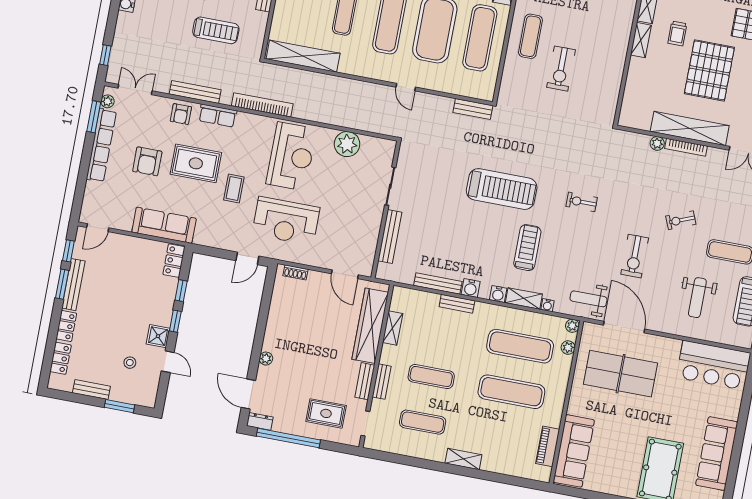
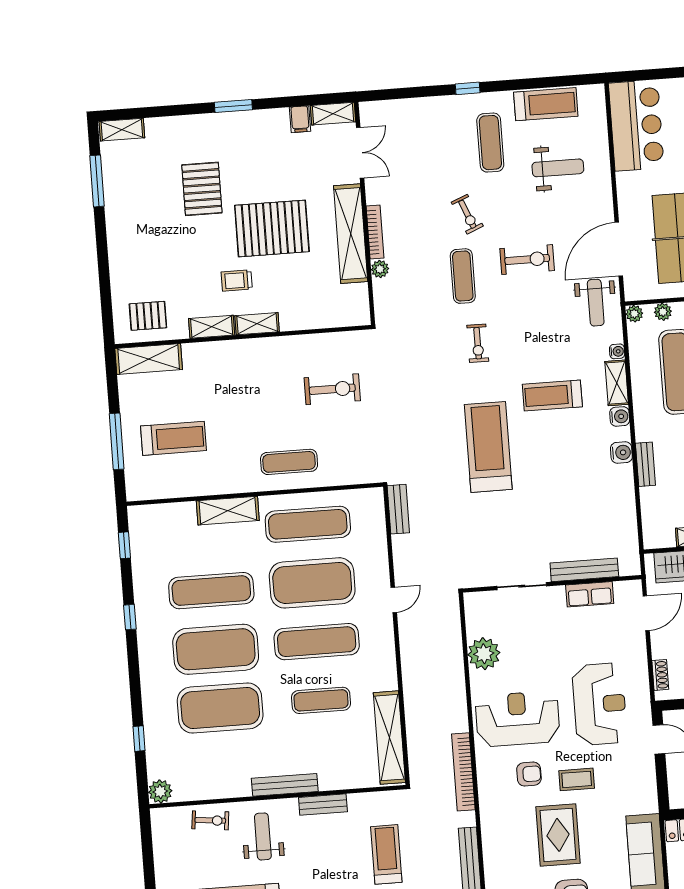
trolley: (677, 33) -> (237, 281), turned 180
exercise bike: (561, 69) -> (332, 389), moved
armchair: (181, 114) -> (529, 774), moved
row of seats: (218, 116) -> (590, 594), moved, turned 90
exercise mat: (635, 204) -> (463, 276), added
bench: (438, 284) -> (627, 495), removed

